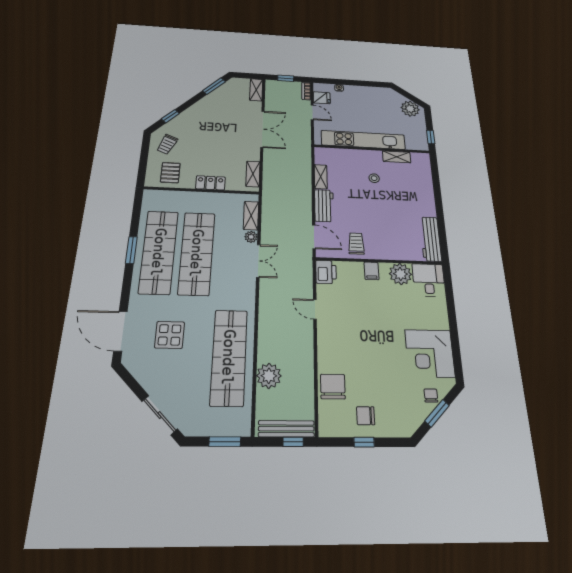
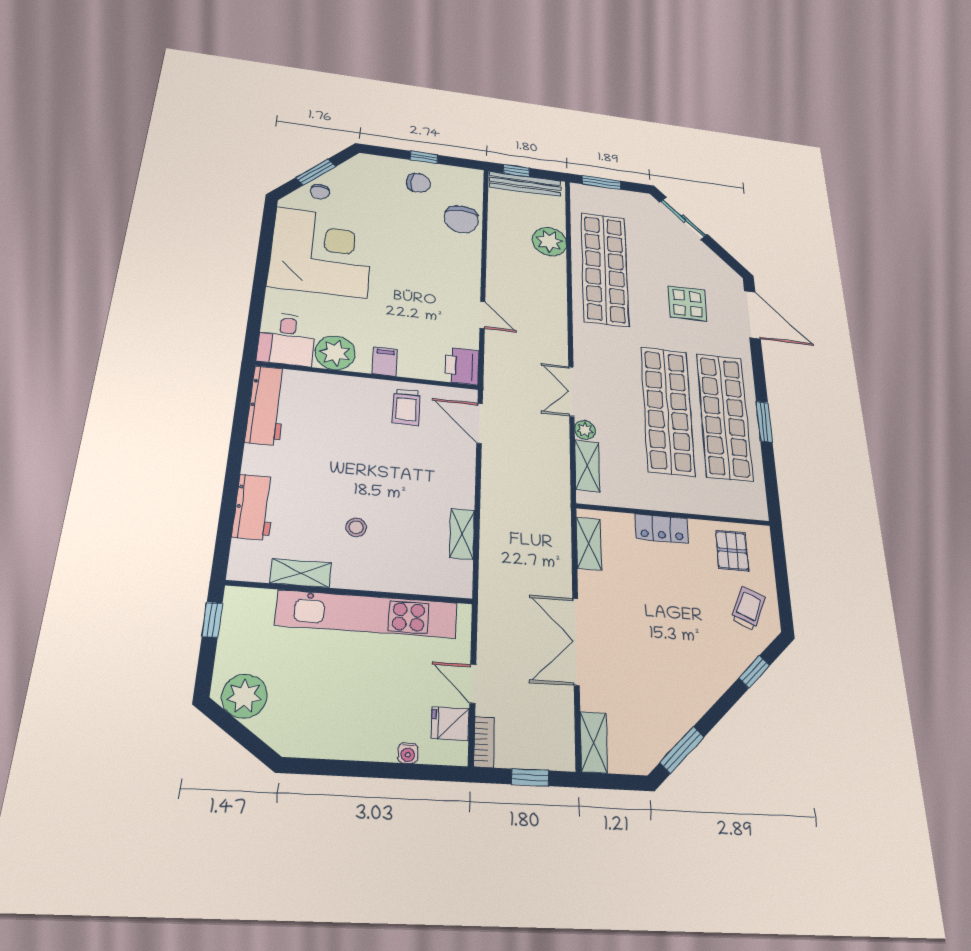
workbench: (324, 206) -> (254, 507), moved, turned 180
corner desk: (430, 353) -> (322, 252), width x1.36, depth x1.36

